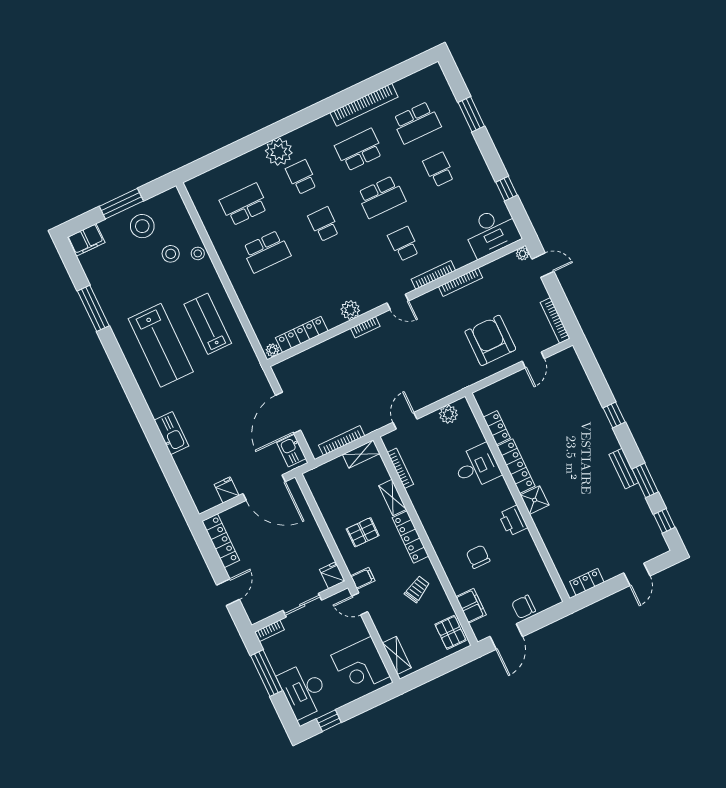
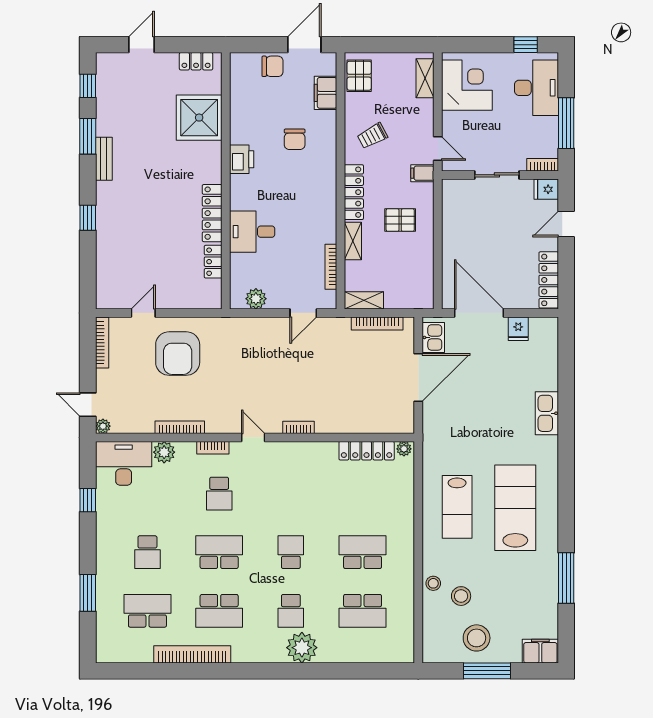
school desk: (324, 224) -> (291, 552), turned 180
bookcase: (433, 275) -> (213, 448), width x0.64
plant: (350, 310) -> (164, 452), moved
shower: (535, 500) -> (199, 118), moved, width x1.86, depth x1.86
fridge: (332, 575) -> (546, 189), moved, turned 90

